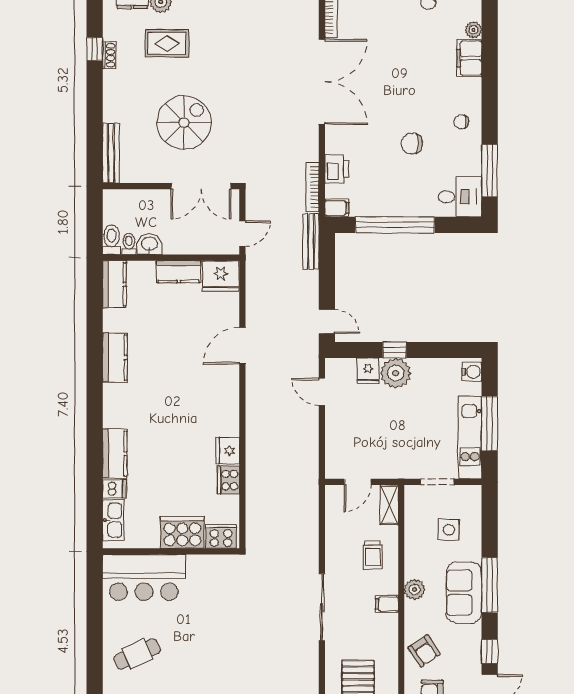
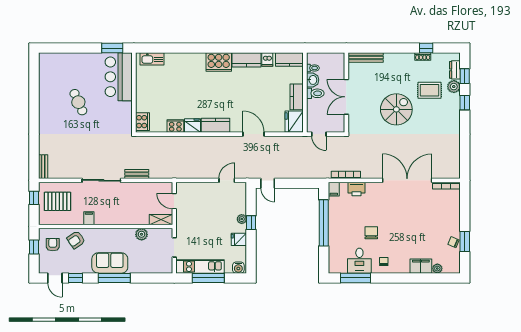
rug: (167, 43) -> (430, 90), turned 90
double door: (322, 82) -> (407, 180), swing flipped
spiral stairs: (184, 123) -> (396, 109), moved, turned -90
double door: (201, 186) -> (346, 97), moved
desk: (460, 197) -> (359, 261), moved
toilet: (112, 240) -> (315, 93), moved
bench: (311, 241) -> (137, 174), moved, width x0.73
door: (327, 321) -> (268, 183), hinge flipped
fridge: (368, 371) -> (239, 239), moved
plant: (396, 373) -> (242, 219), width x0.53, depth x0.53
kitchen counter: (115, 454) -> (215, 125), moved, turned 180
dishwasher: (114, 489) -> (267, 60), moved
side table: (449, 530) -> (146, 254), removed
cooker: (182, 532) -> (219, 62), moved, turned 90
trolley: (373, 555) -> (132, 210), removed
window: (95, 589) -> (112, 48), added
plant: (415, 590) -> (142, 234), moved
filing cabinet: (387, 604) -> (89, 218), moved
cafe table: (137, 654) -> (78, 102), moved

